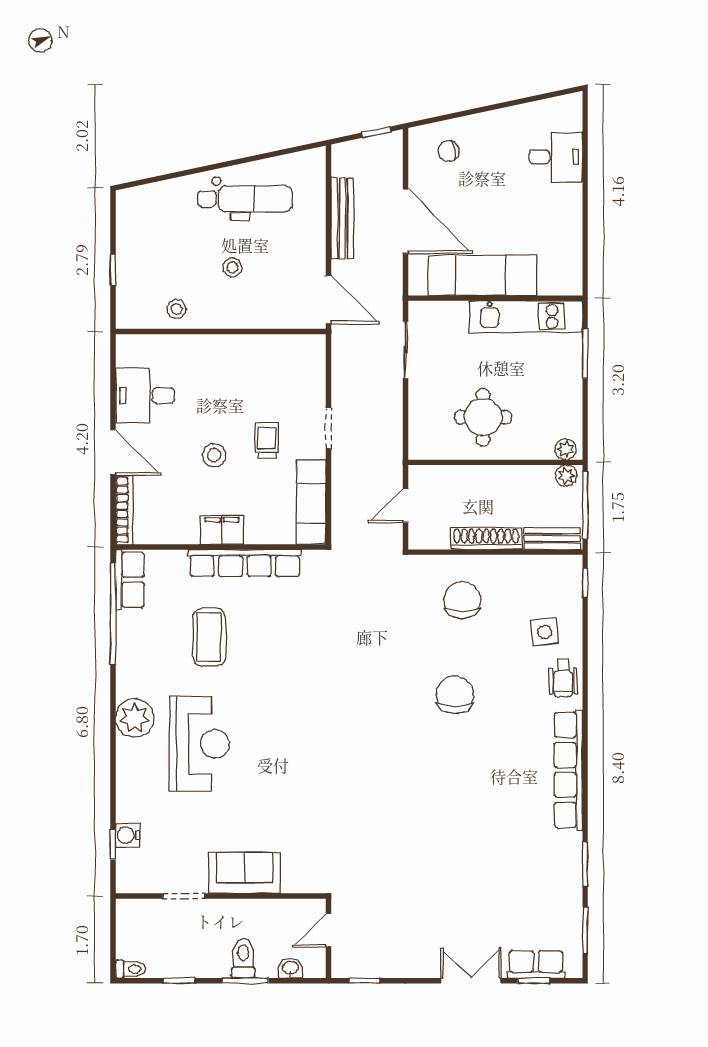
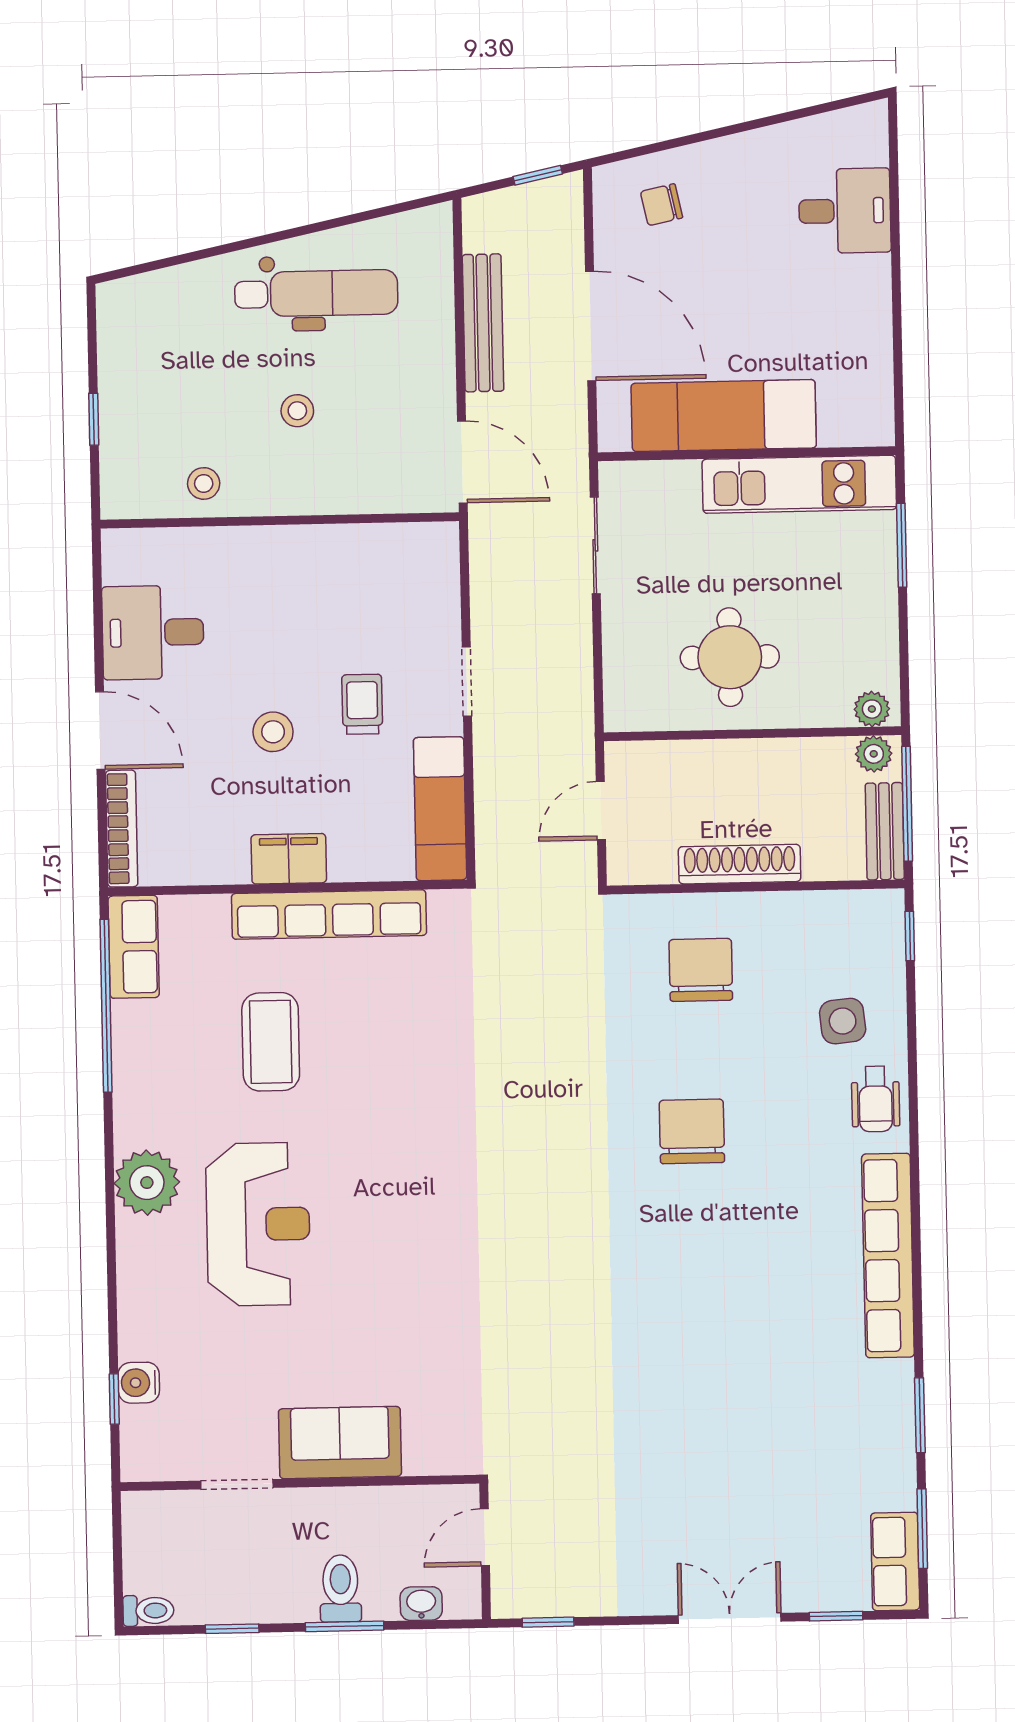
bench: (552, 539) -> (885, 831), moved, turned 90
row of seats: (536, 964) -> (895, 1561), moved, turned -90

